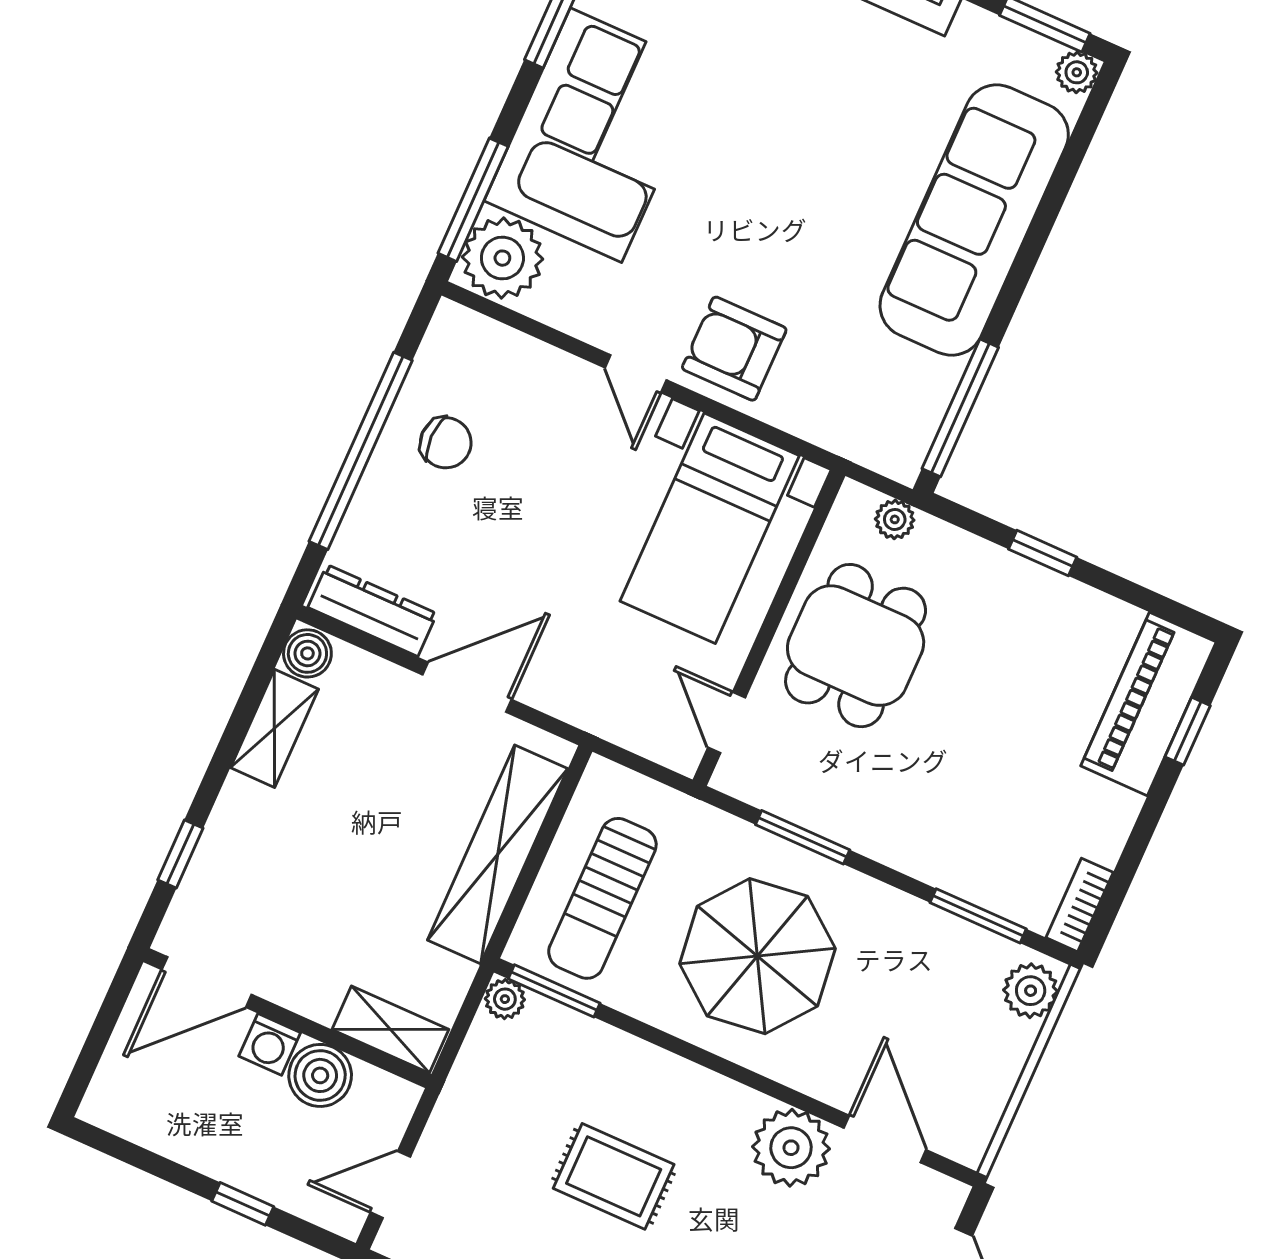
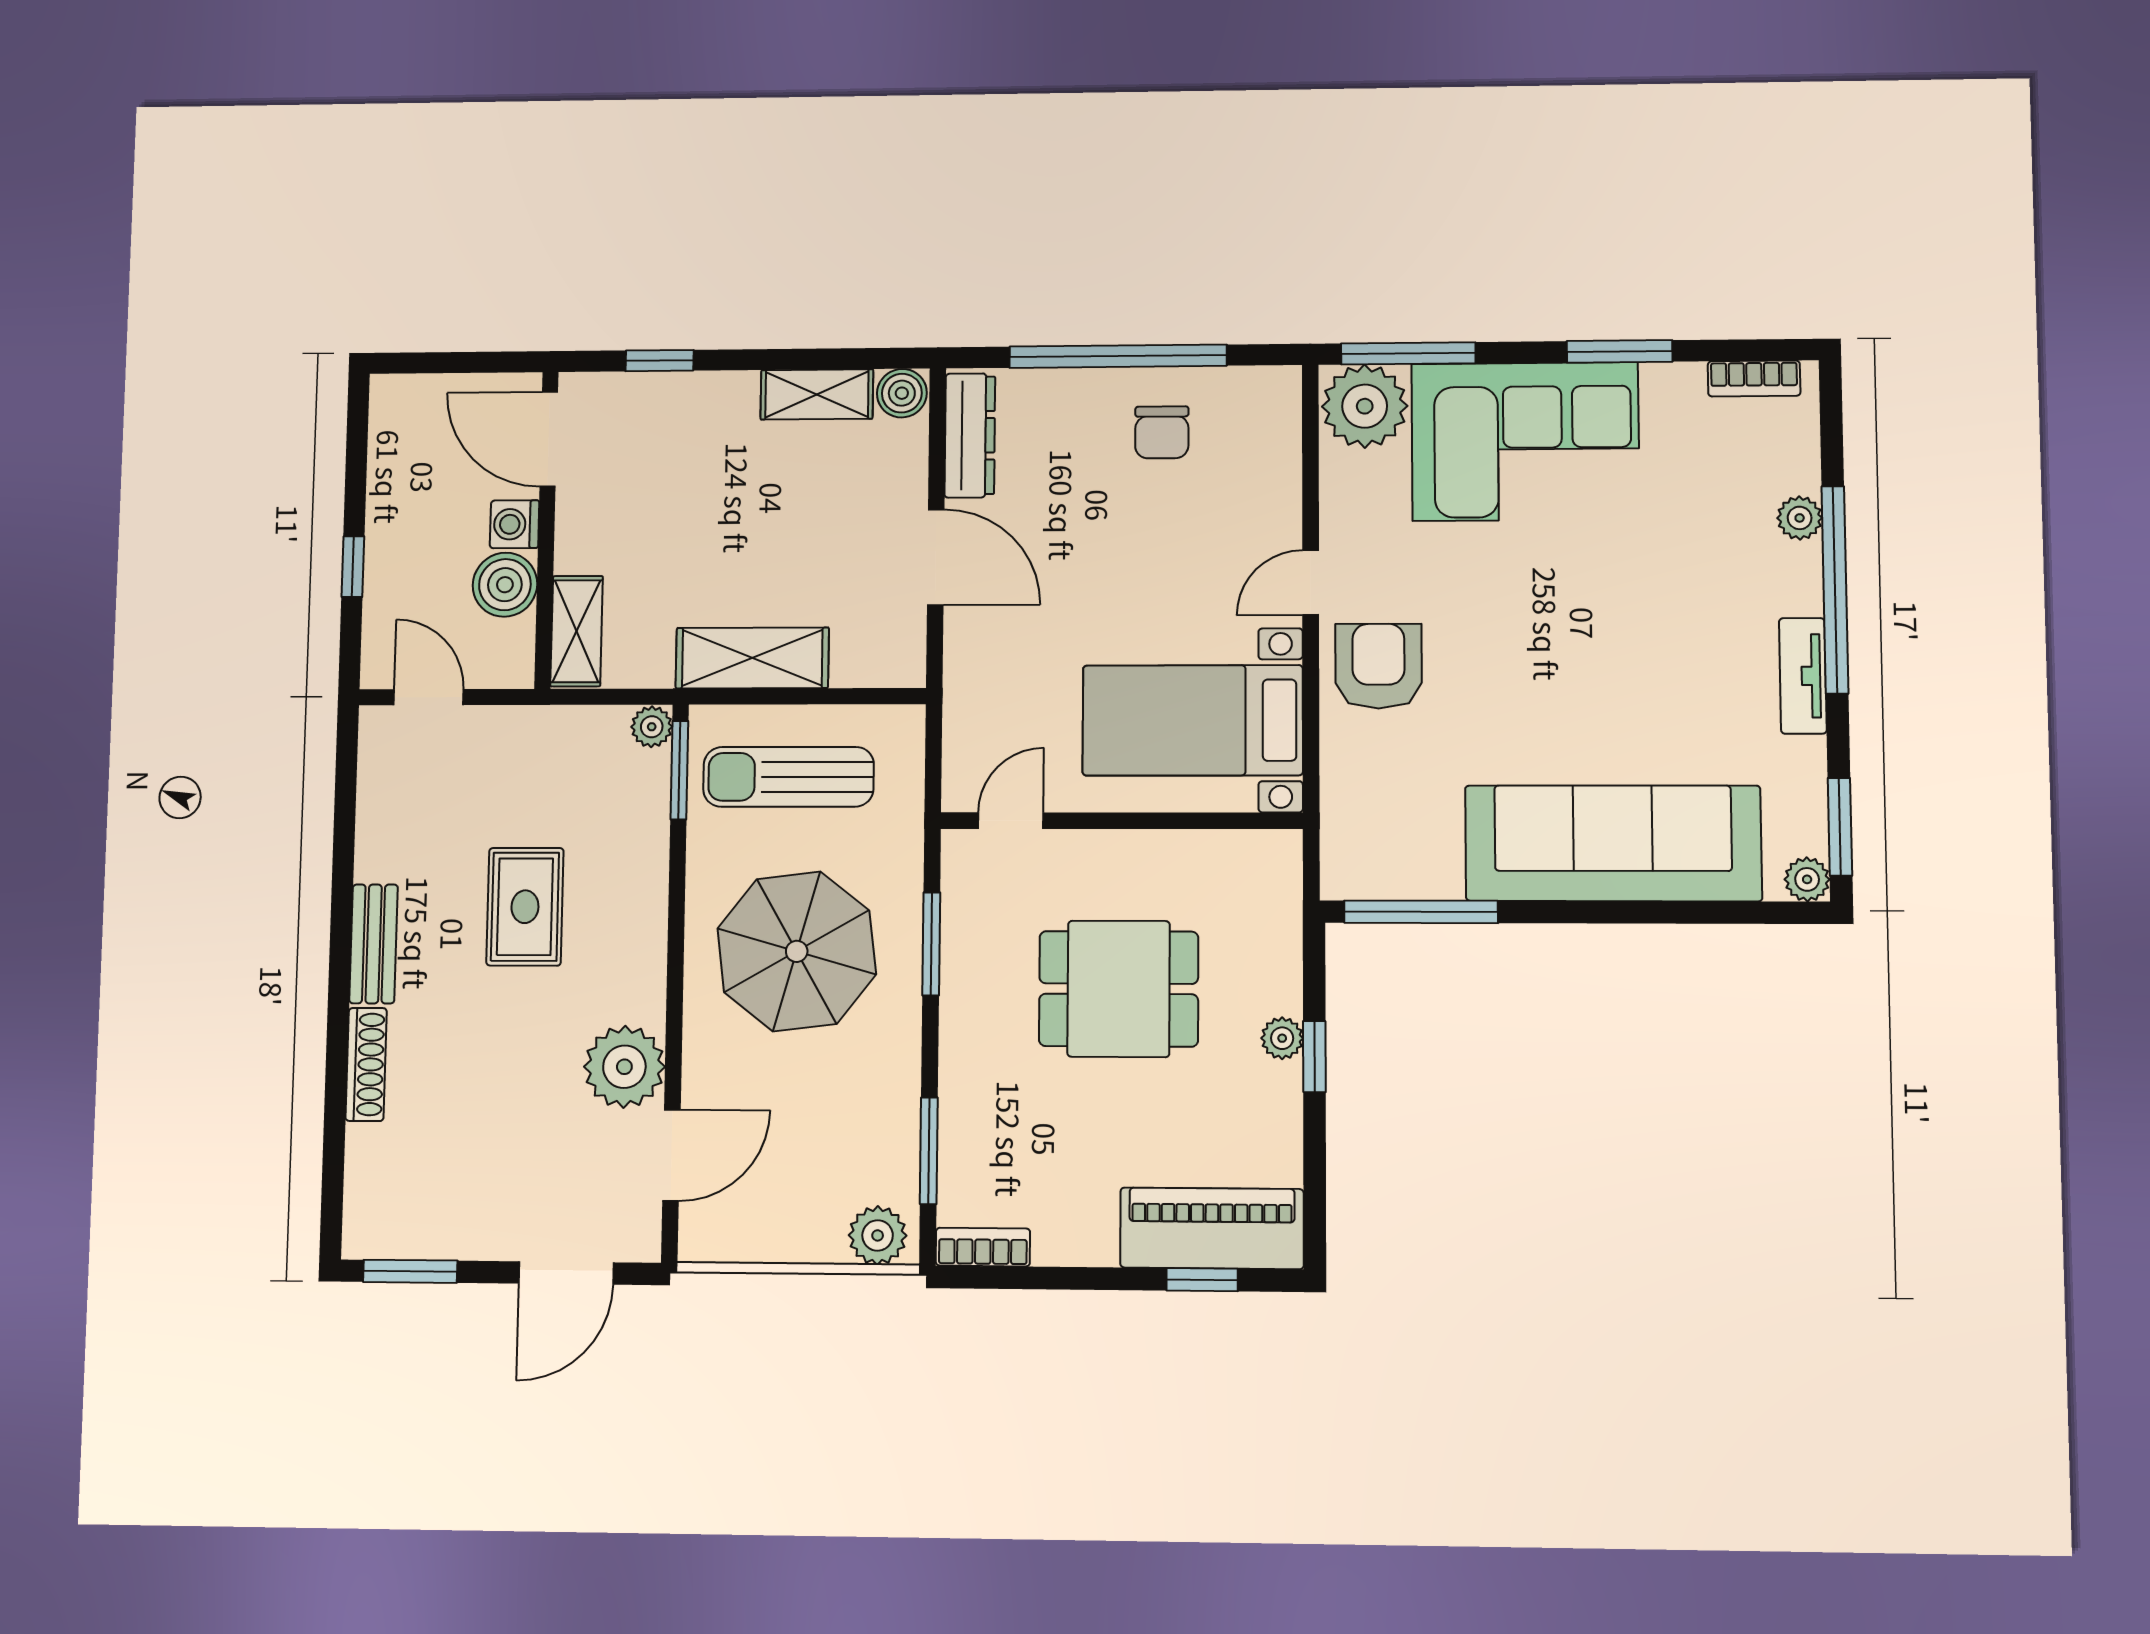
plant: (895, 519) -> (1282, 1038), moved
dining table: (856, 646) -> (1119, 989), moved
shelving: (498, 854) -> (752, 658), width x0.68

